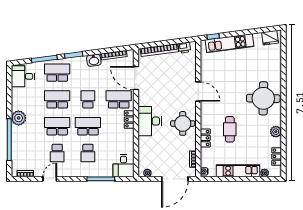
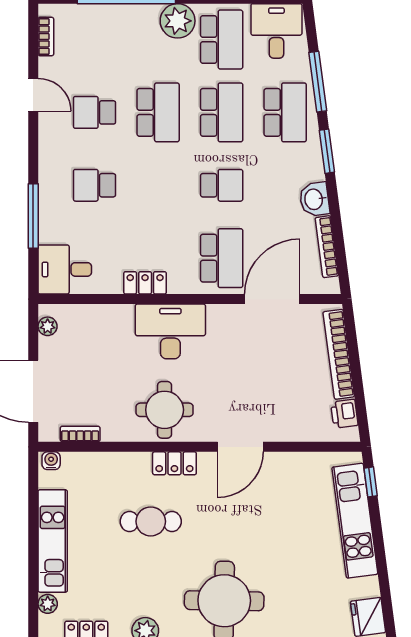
locker: (129, 119) -> (145, 283), moved
school desk: (88, 126) -> (222, 40), moved
locker: (205, 138) -> (174, 463), moved

